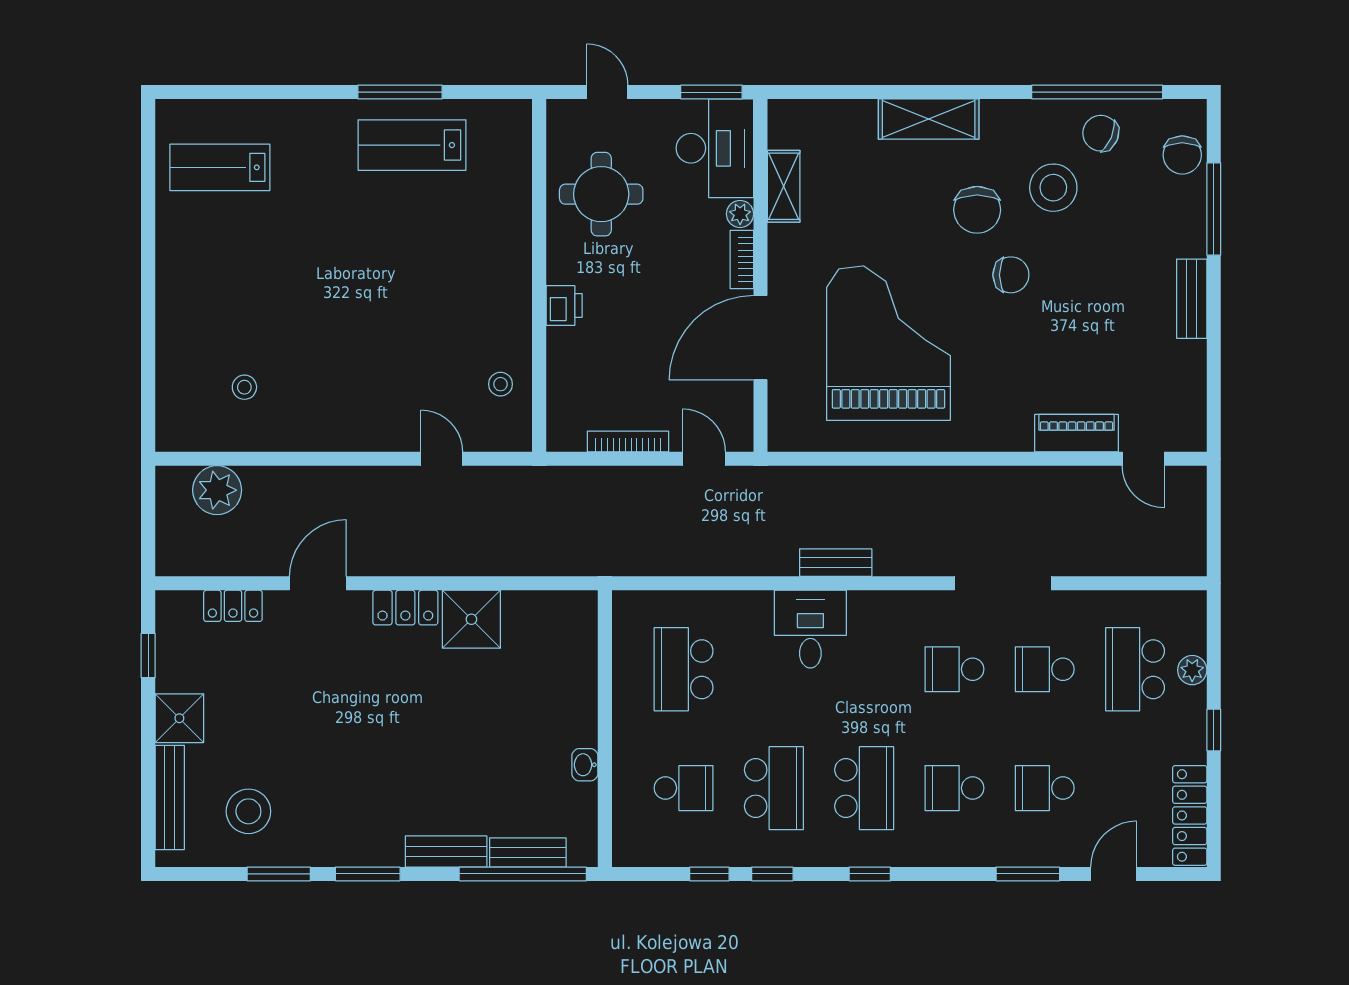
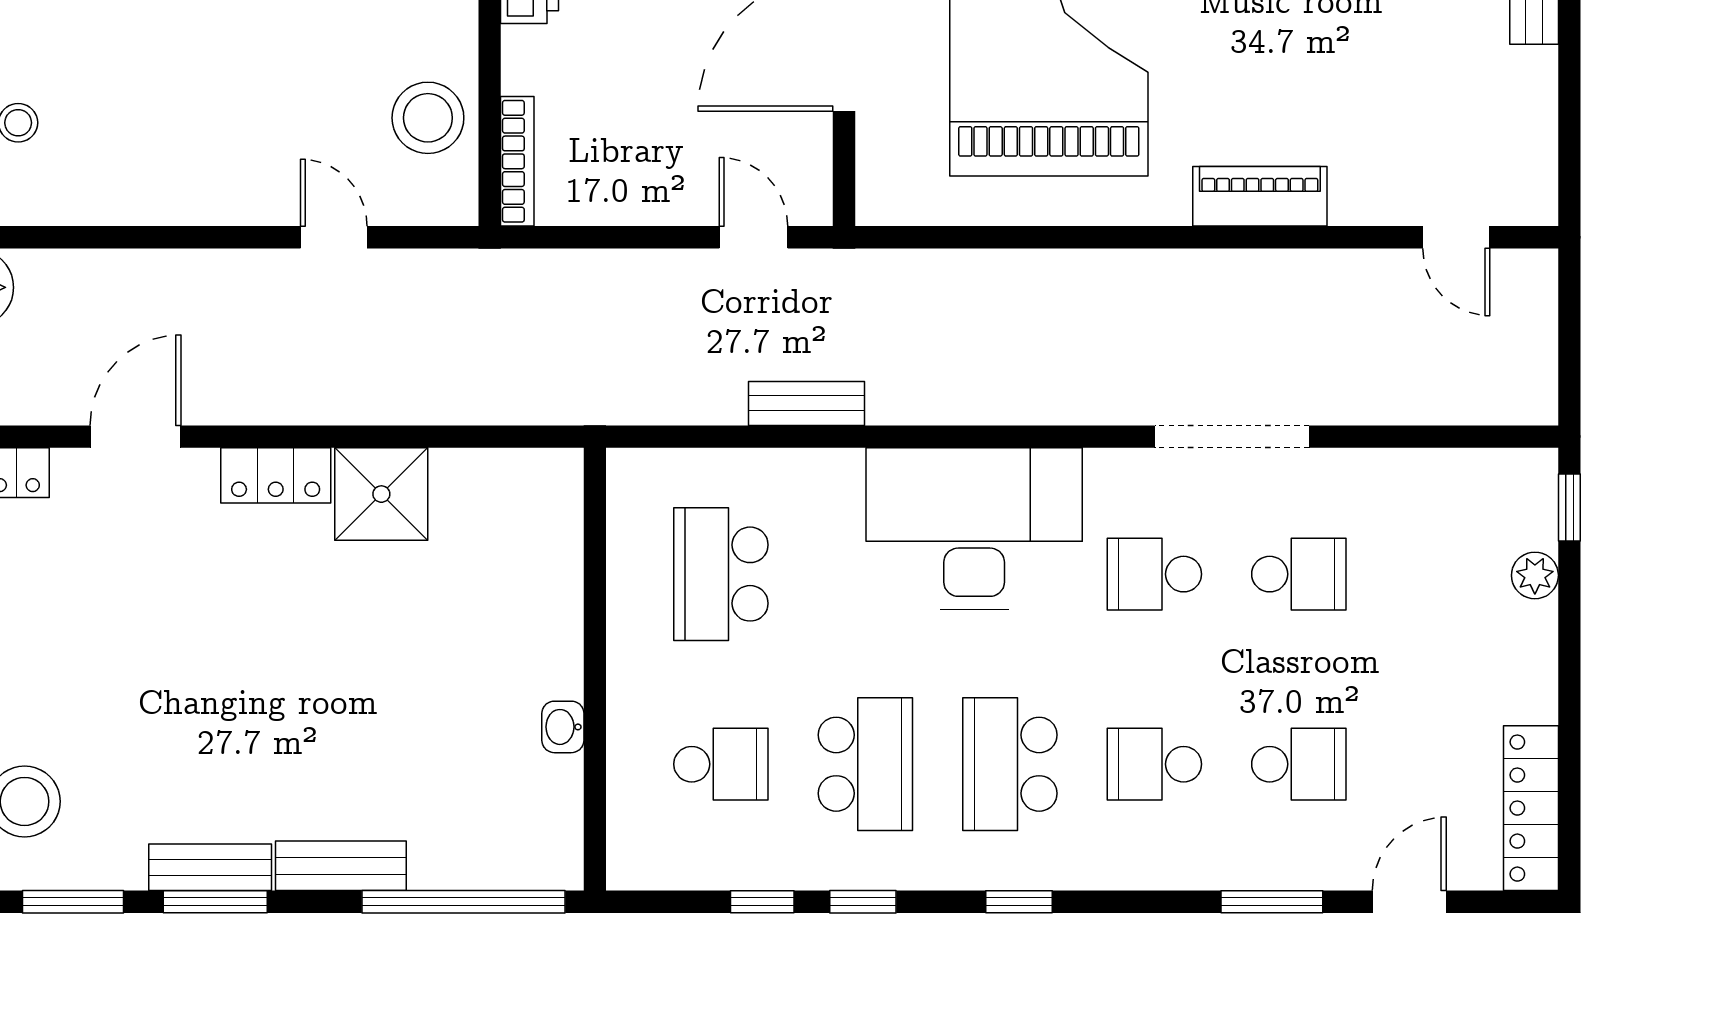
stool: (501, 384) -> (428, 118), width x1.89, depth x1.89
piano: (1077, 433) -> (1260, 196), moved
bookcase: (628, 441) -> (517, 161), moved, turned 90
bench: (836, 563) -> (806, 403), moved
desk: (810, 629) -> (974, 529), width x1.87, depth x1.30
school desk: (1045, 669) -> (1299, 574), turned 180
school desk: (1135, 669) -> (1443, 574), removed
window: (1214, 730) -> (1569, 507), moved
school desk: (864, 788) -> (1010, 764), turned 180
school desk: (1045, 788) -> (1299, 764), turned 180
bench: (528, 852) -> (210, 867), moved

